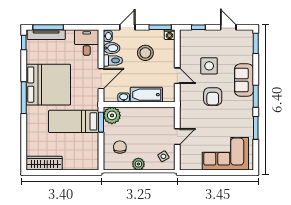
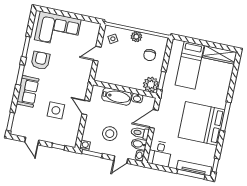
armchair: (213, 97) -> (41, 60), moved
bed: (74, 121) -> (190, 65), moved, turned 90

